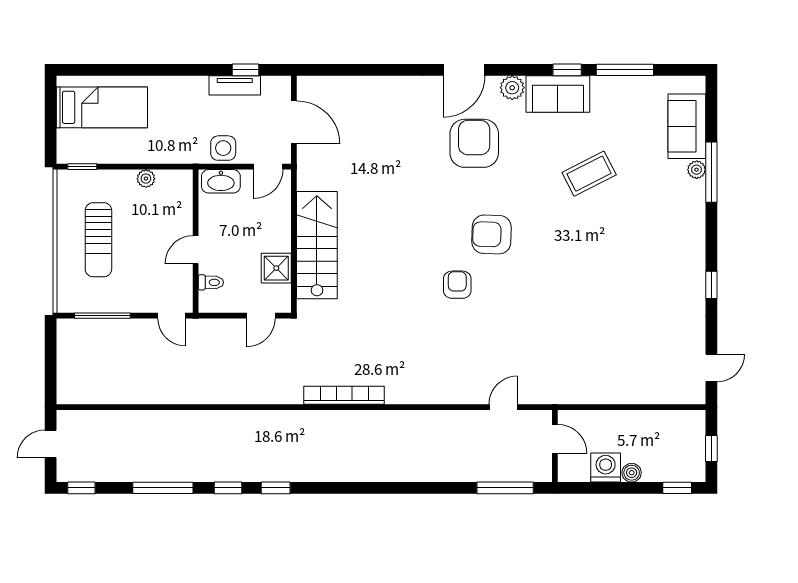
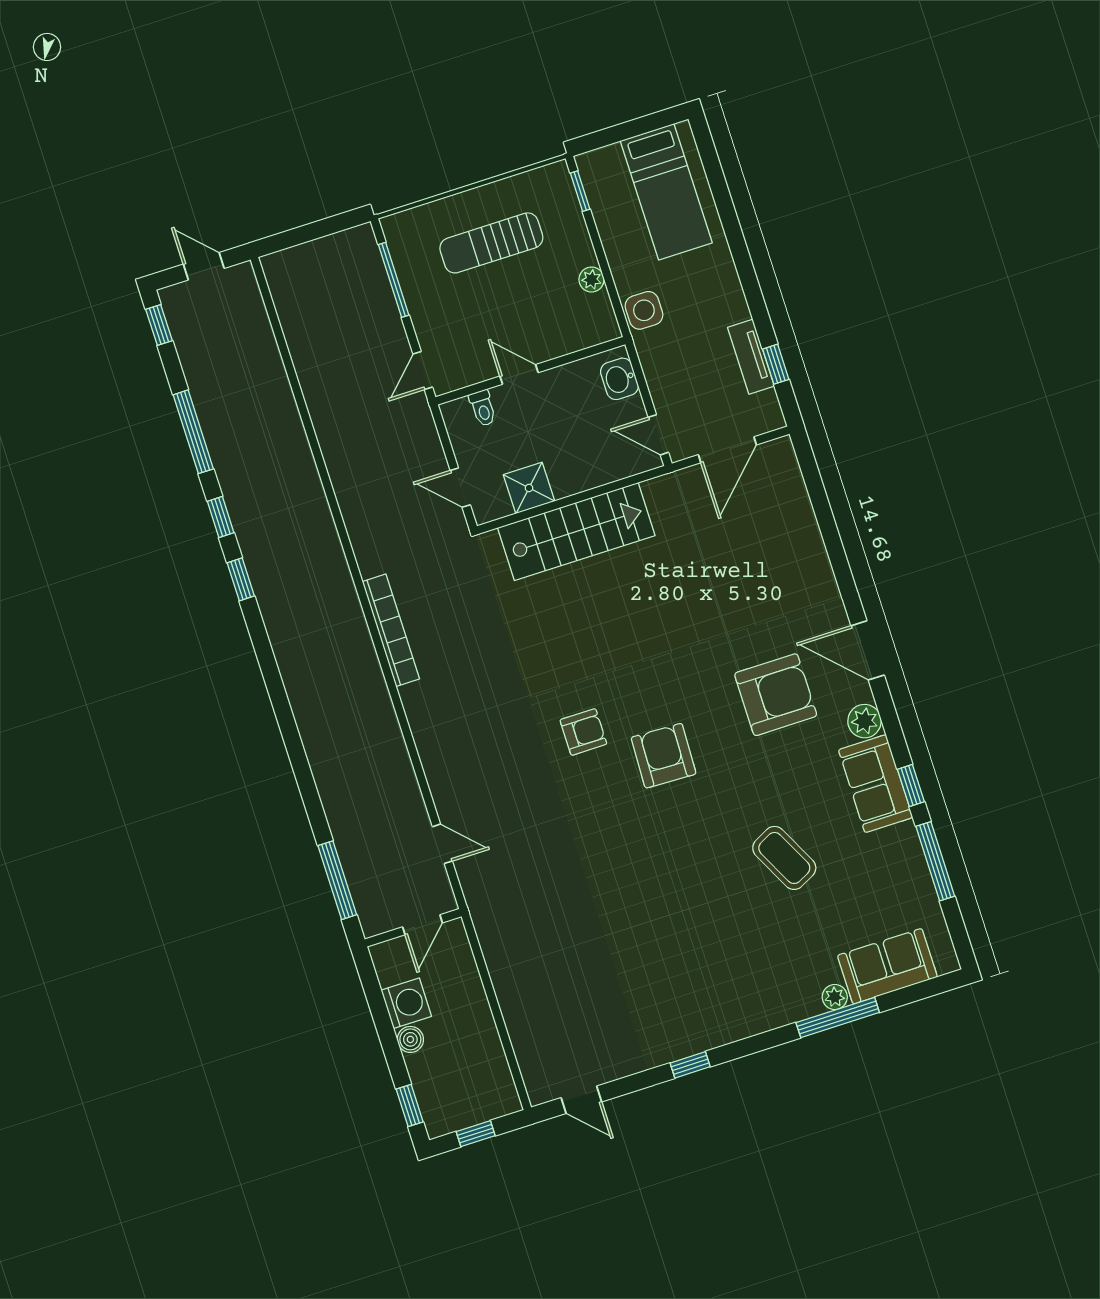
side table: (223, 148) -> (644, 310), moved
washbasin: (221, 181) -> (619, 379), width x0.72

